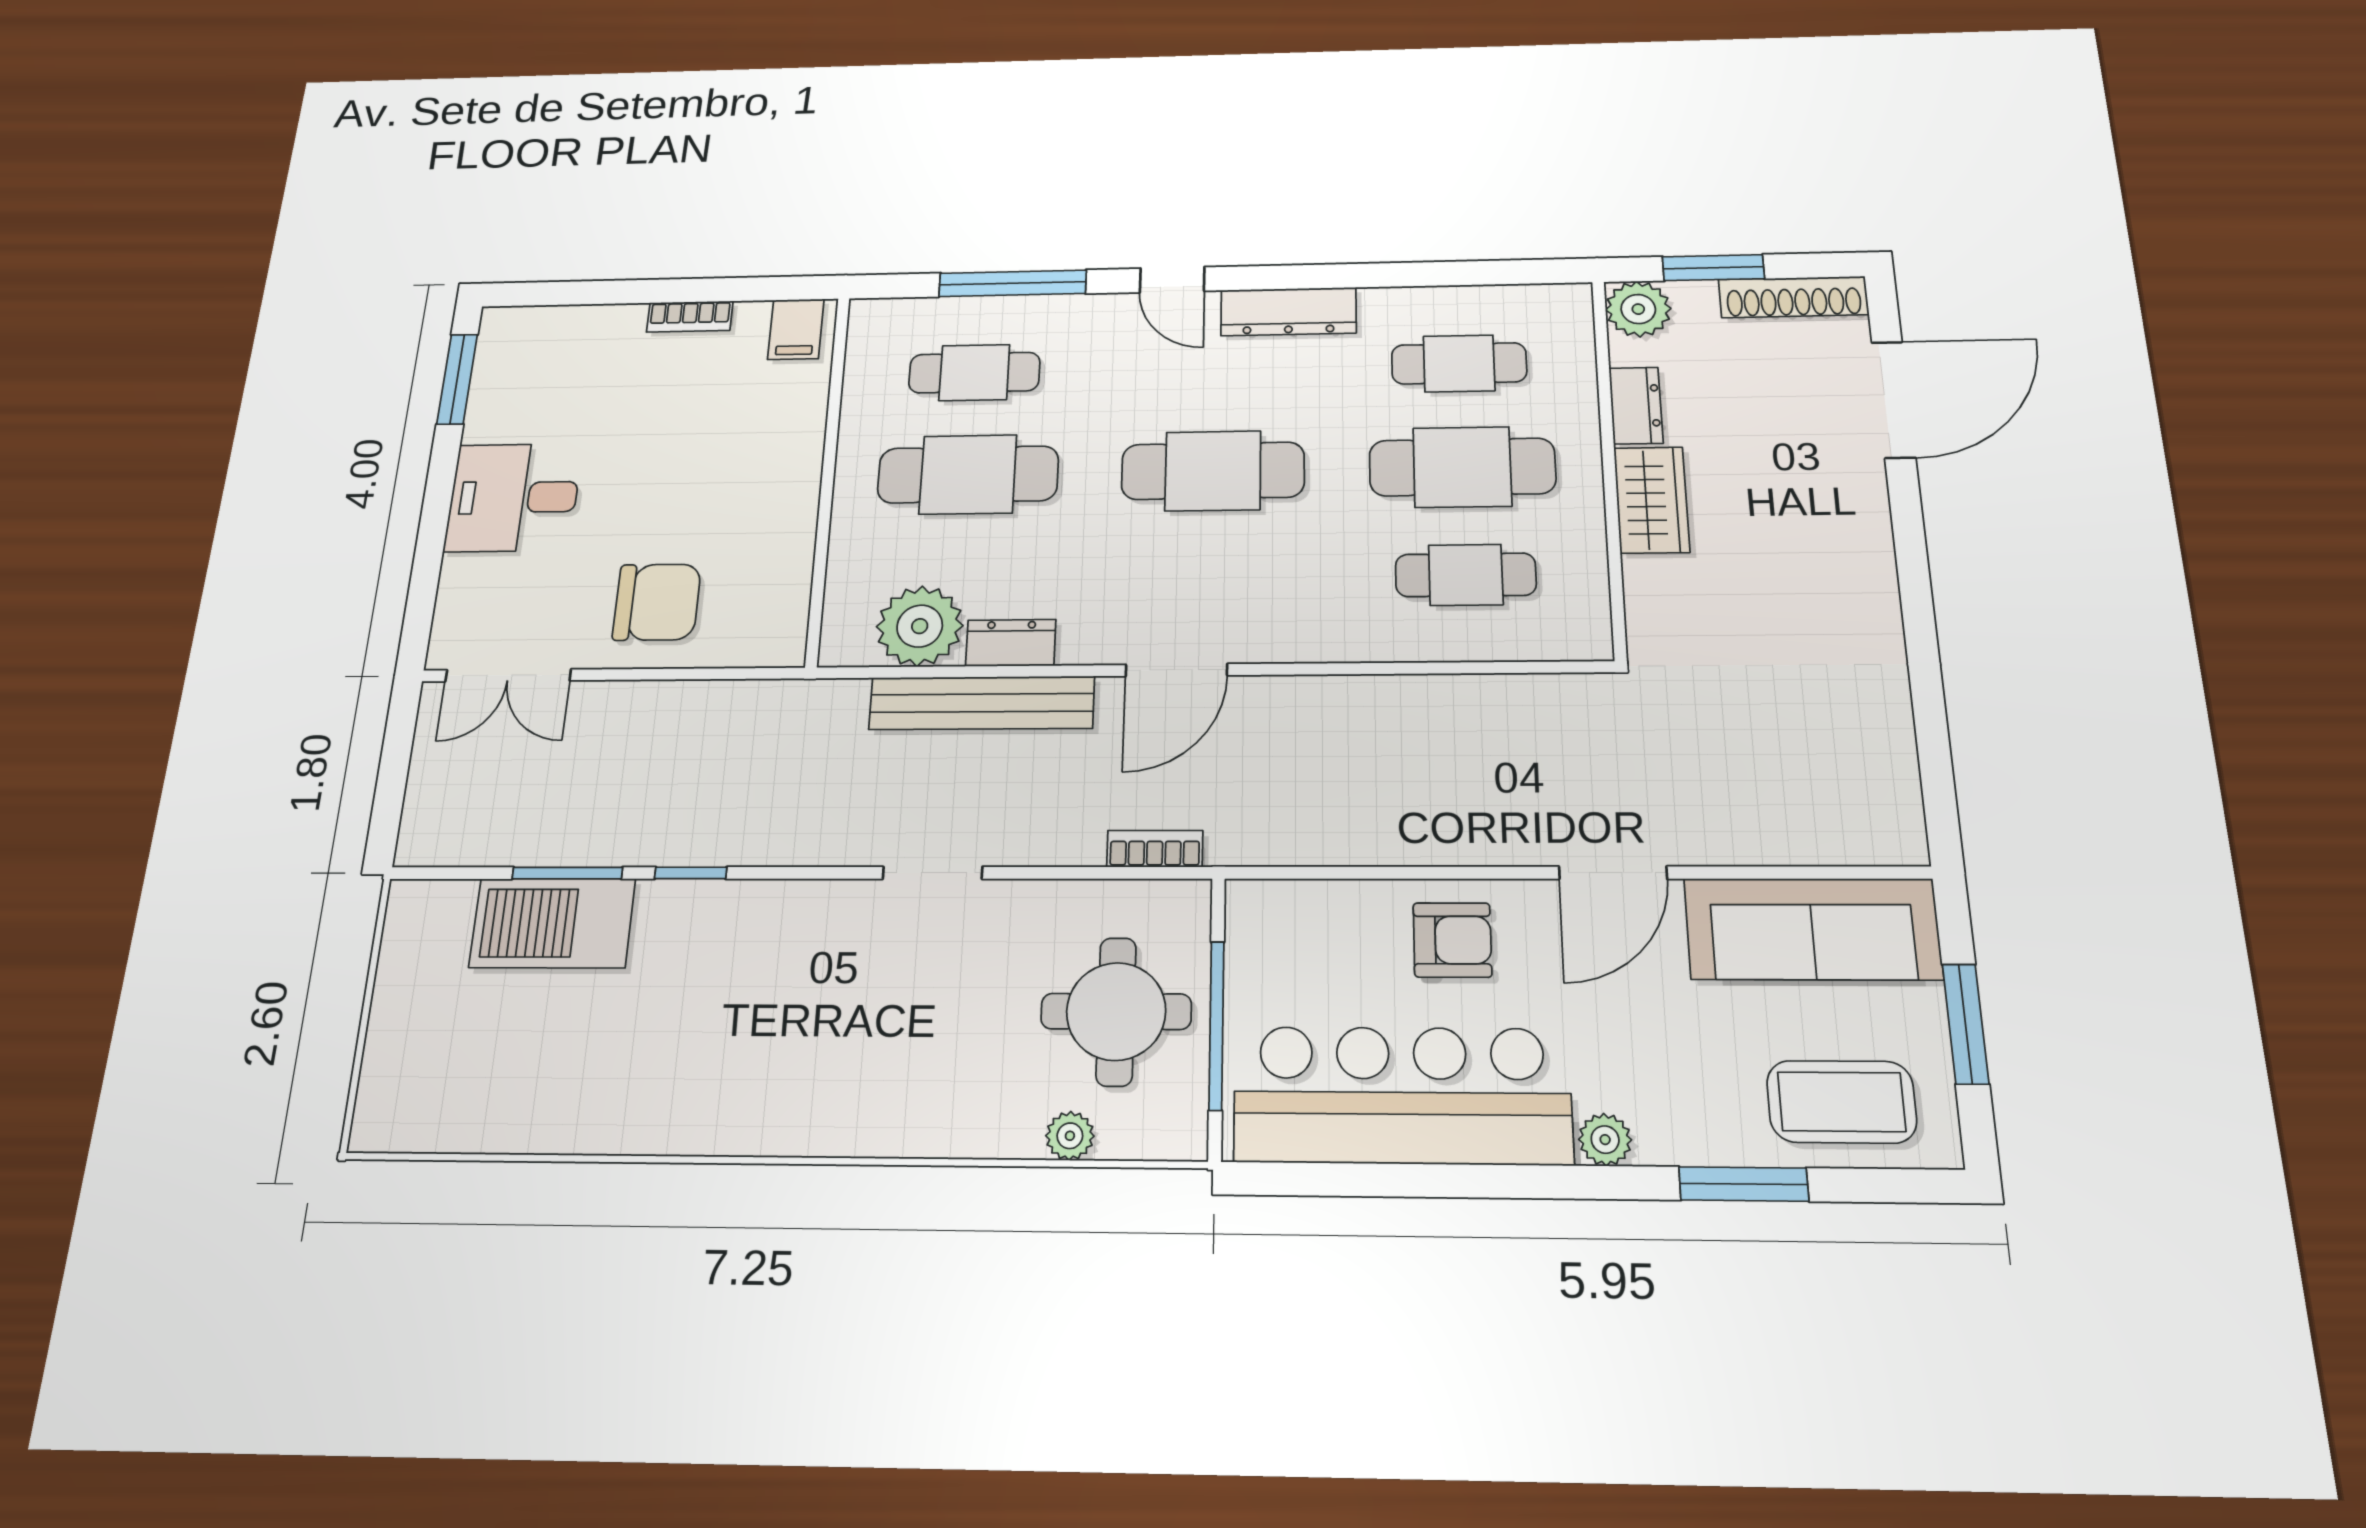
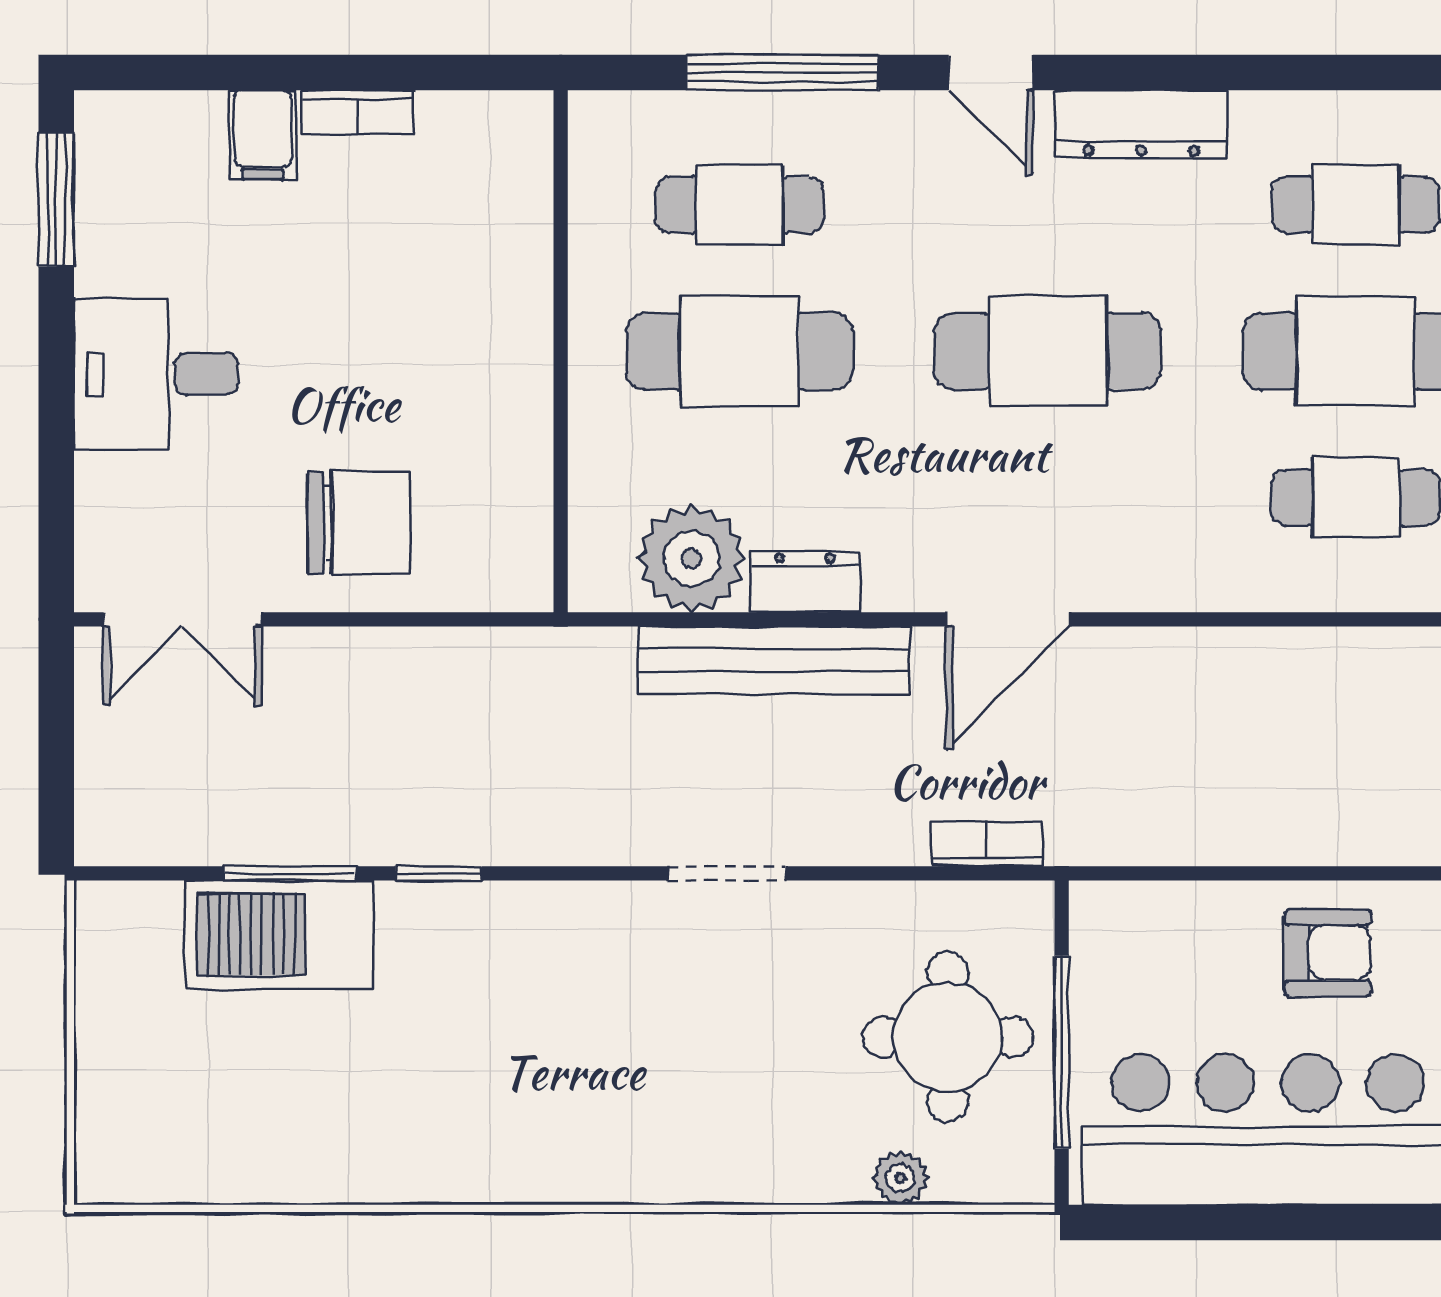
filing cabinet: (796, 329) -> (263, 135), moved

